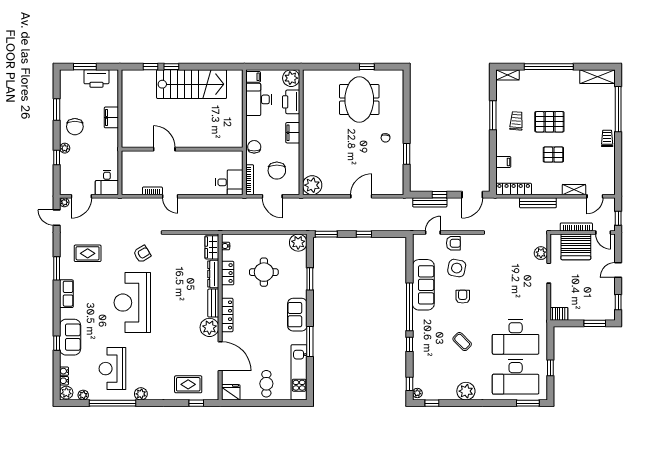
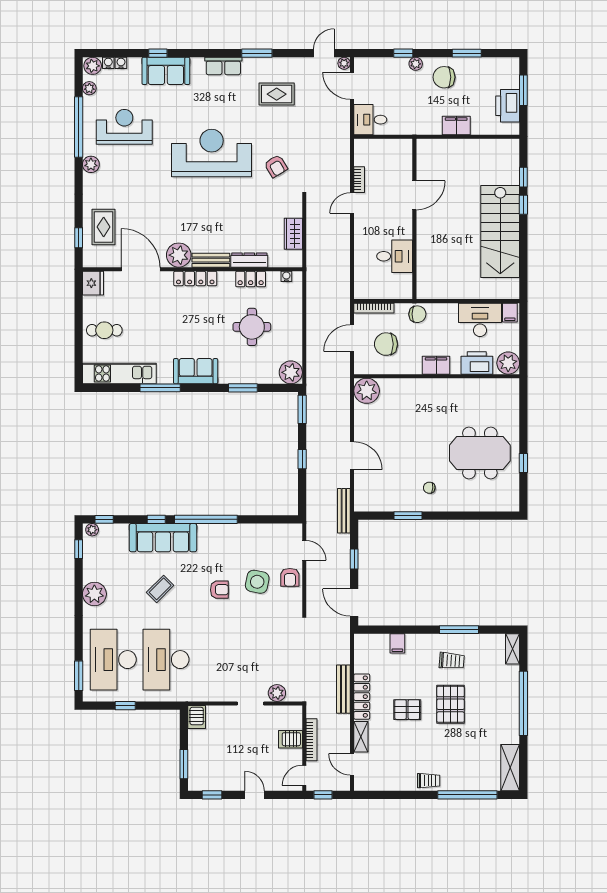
pallet: (553, 155) -> (407, 710), turned 90
desk: (229, 182) -> (395, 256), moved, turned -90
locker: (514, 189) -> (362, 697), moved
bench: (430, 202) -> (344, 511), moved
wardrobe: (212, 247) -> (293, 234), moved, turned -90
server rack: (576, 247) -> (290, 739), width x0.46, depth x0.70
rug: (88, 253) -> (277, 94), turned 90
sofa: (423, 285) -> (163, 538), moved
door: (220, 356) -> (141, 269), swing flipped

